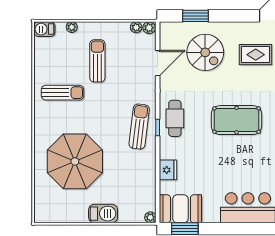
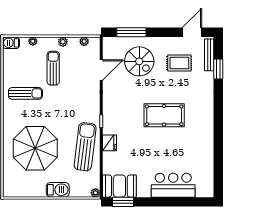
window: (195, 16) -> (131, 32), width x1.44
plant: (149, 28) -> (63, 42), moved
cafe table: (175, 118) -> (115, 114), removed
sun lounger: (139, 127) -> (85, 147), moved, width x1.36, depth x1.34
fridge: (168, 170) -> (110, 143), moved

